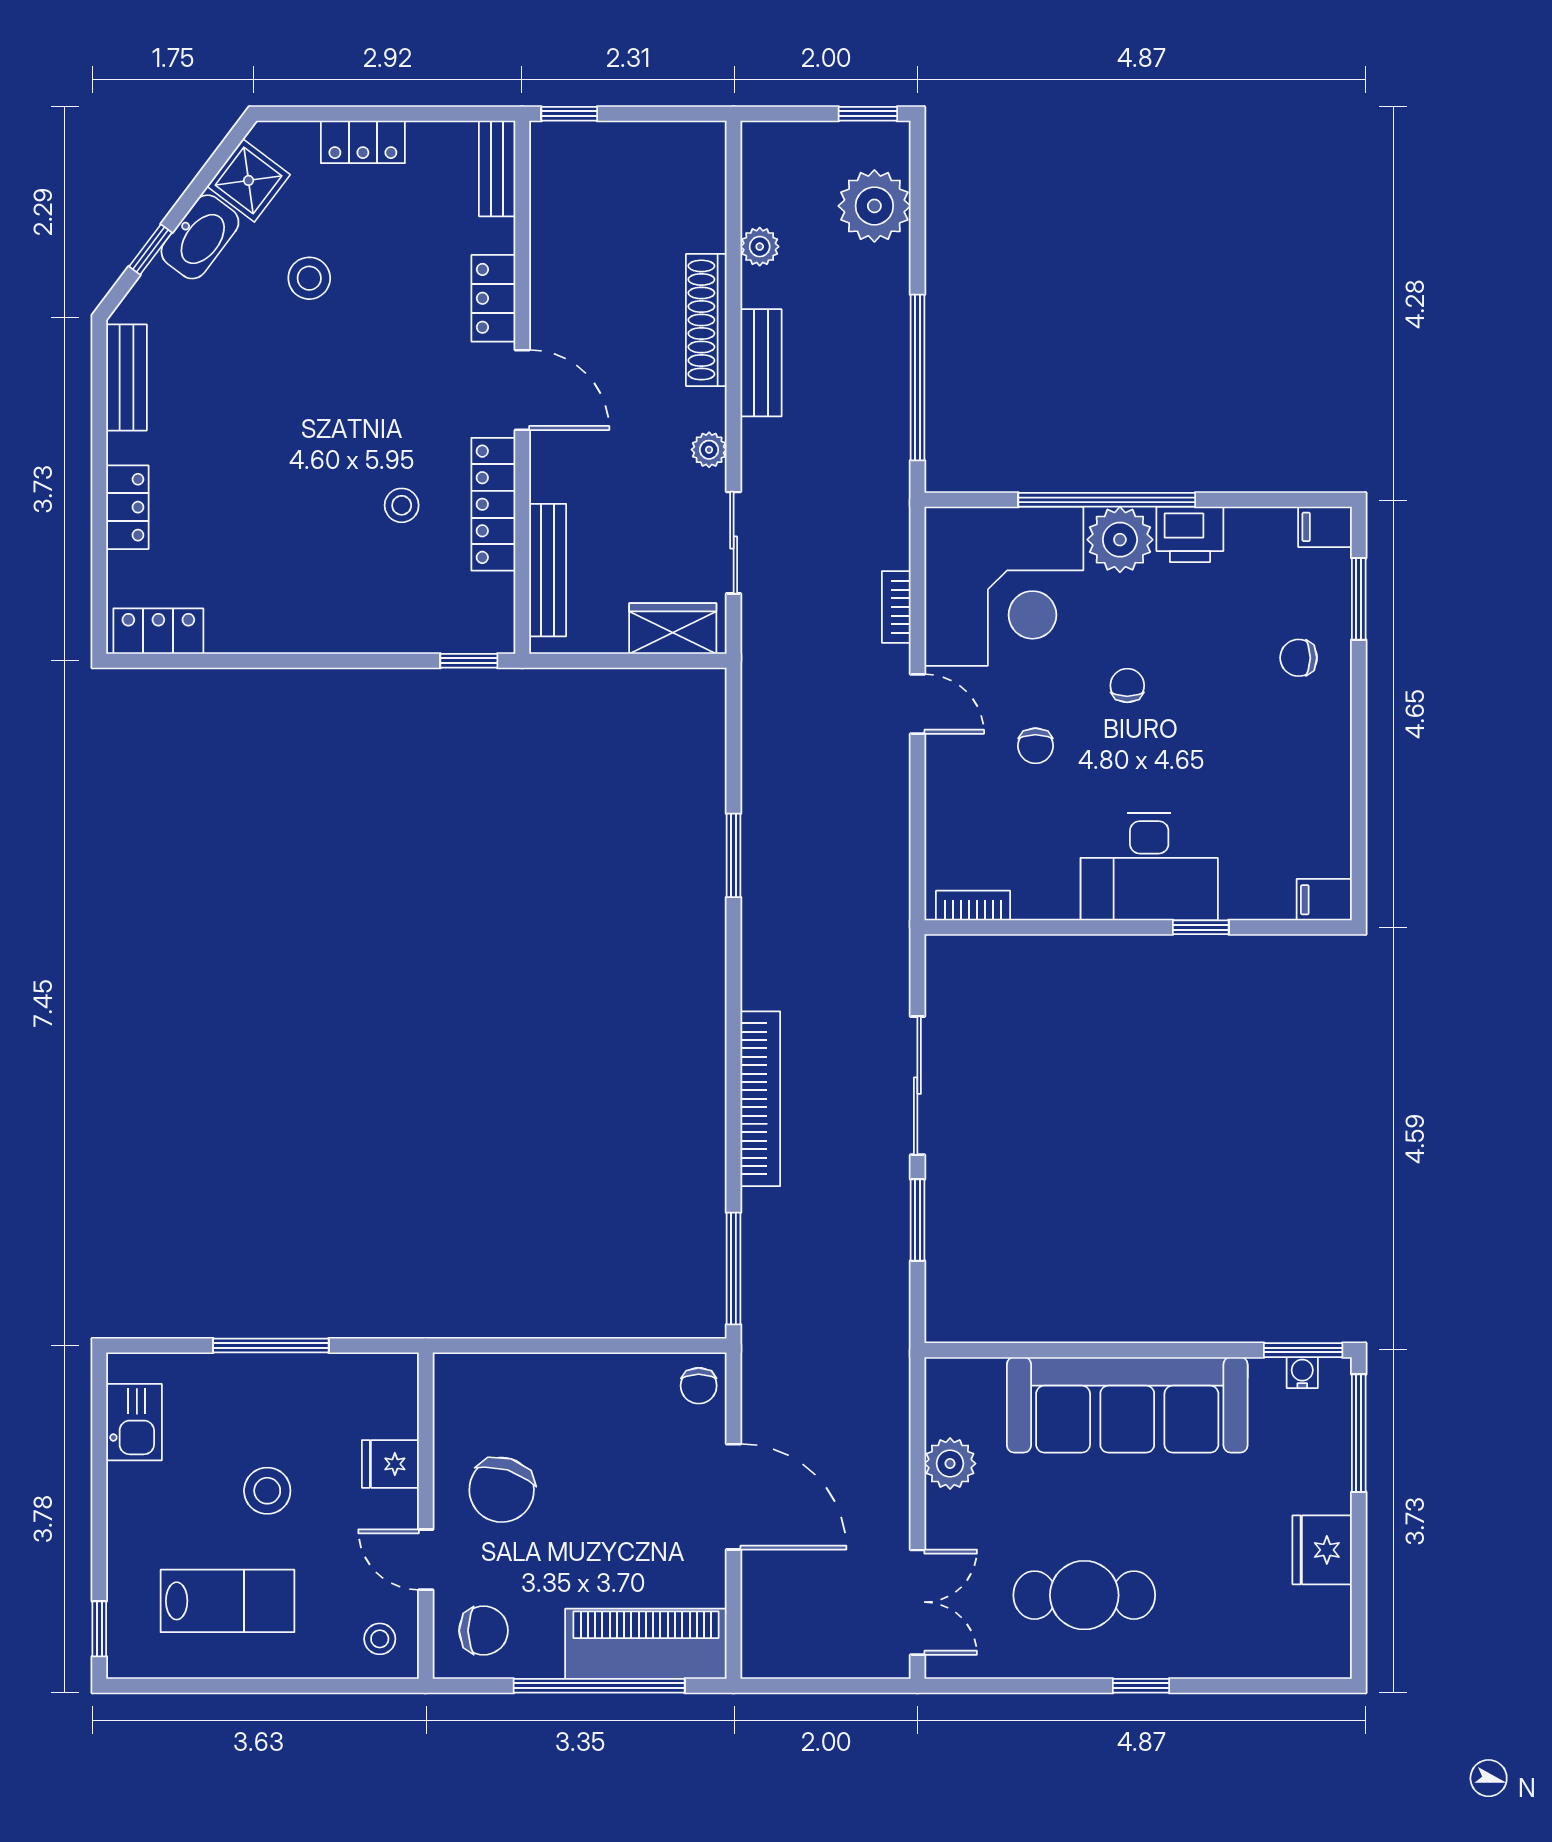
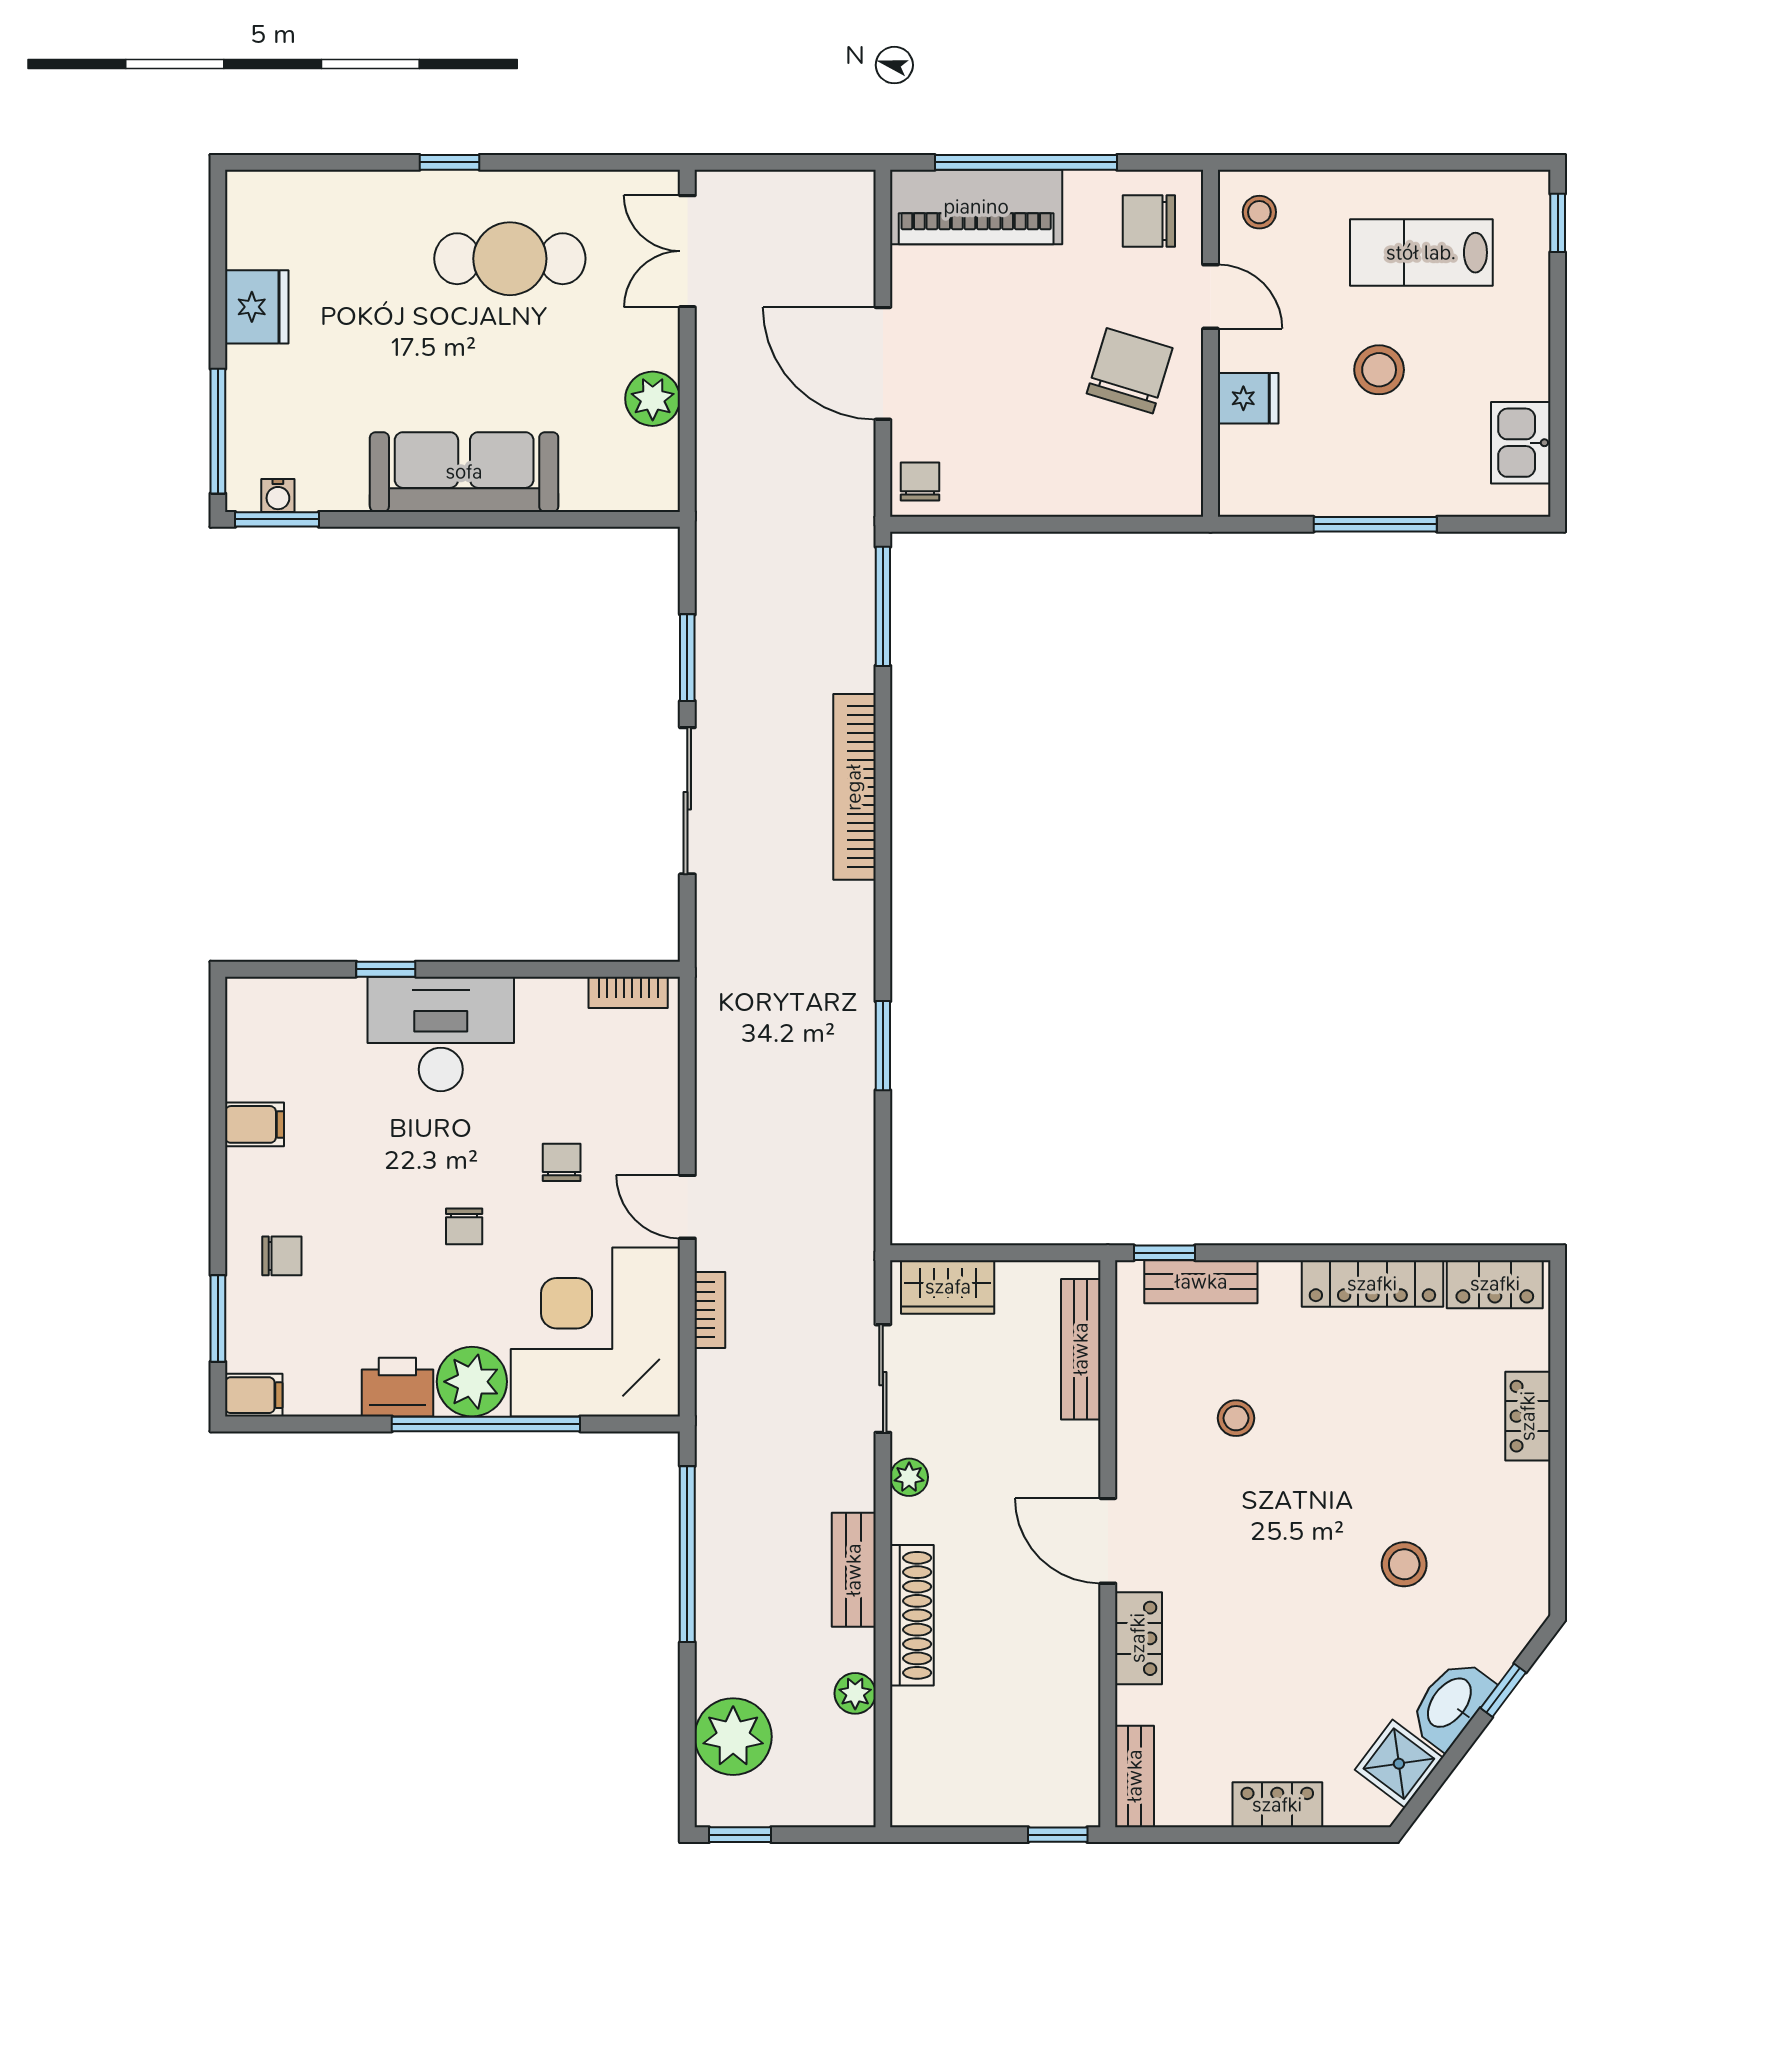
stool: (309, 278) -> (1404, 1564), moved
bench: (127, 377) -> (1201, 1282), moved, turned 90
locker: (493, 504) -> (1372, 1284), moved, turned 90
filing cabinet: (1324, 900) -> (255, 1124), moved
sofa: (1127, 1405) -> (464, 472), width x0.74, depth x0.79

